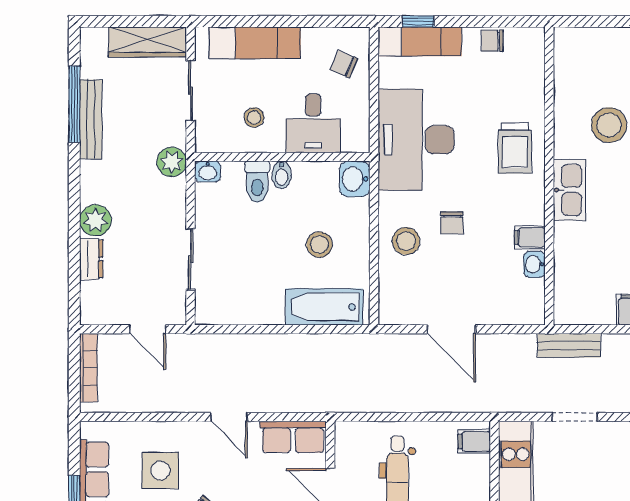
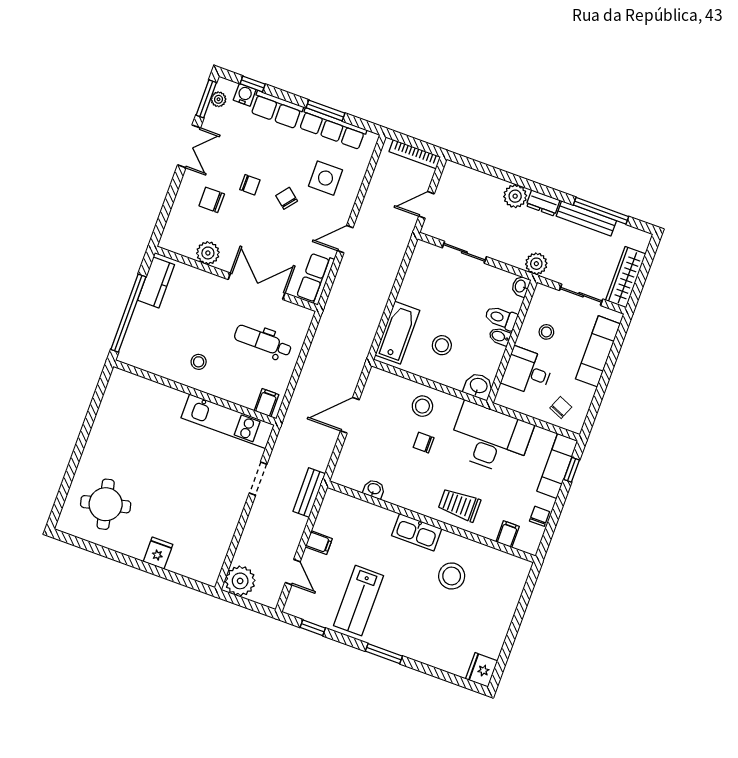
filing cabinet: (530, 237) -> (508, 534), moved
dresser: (91, 259) -> (543, 203), moved

